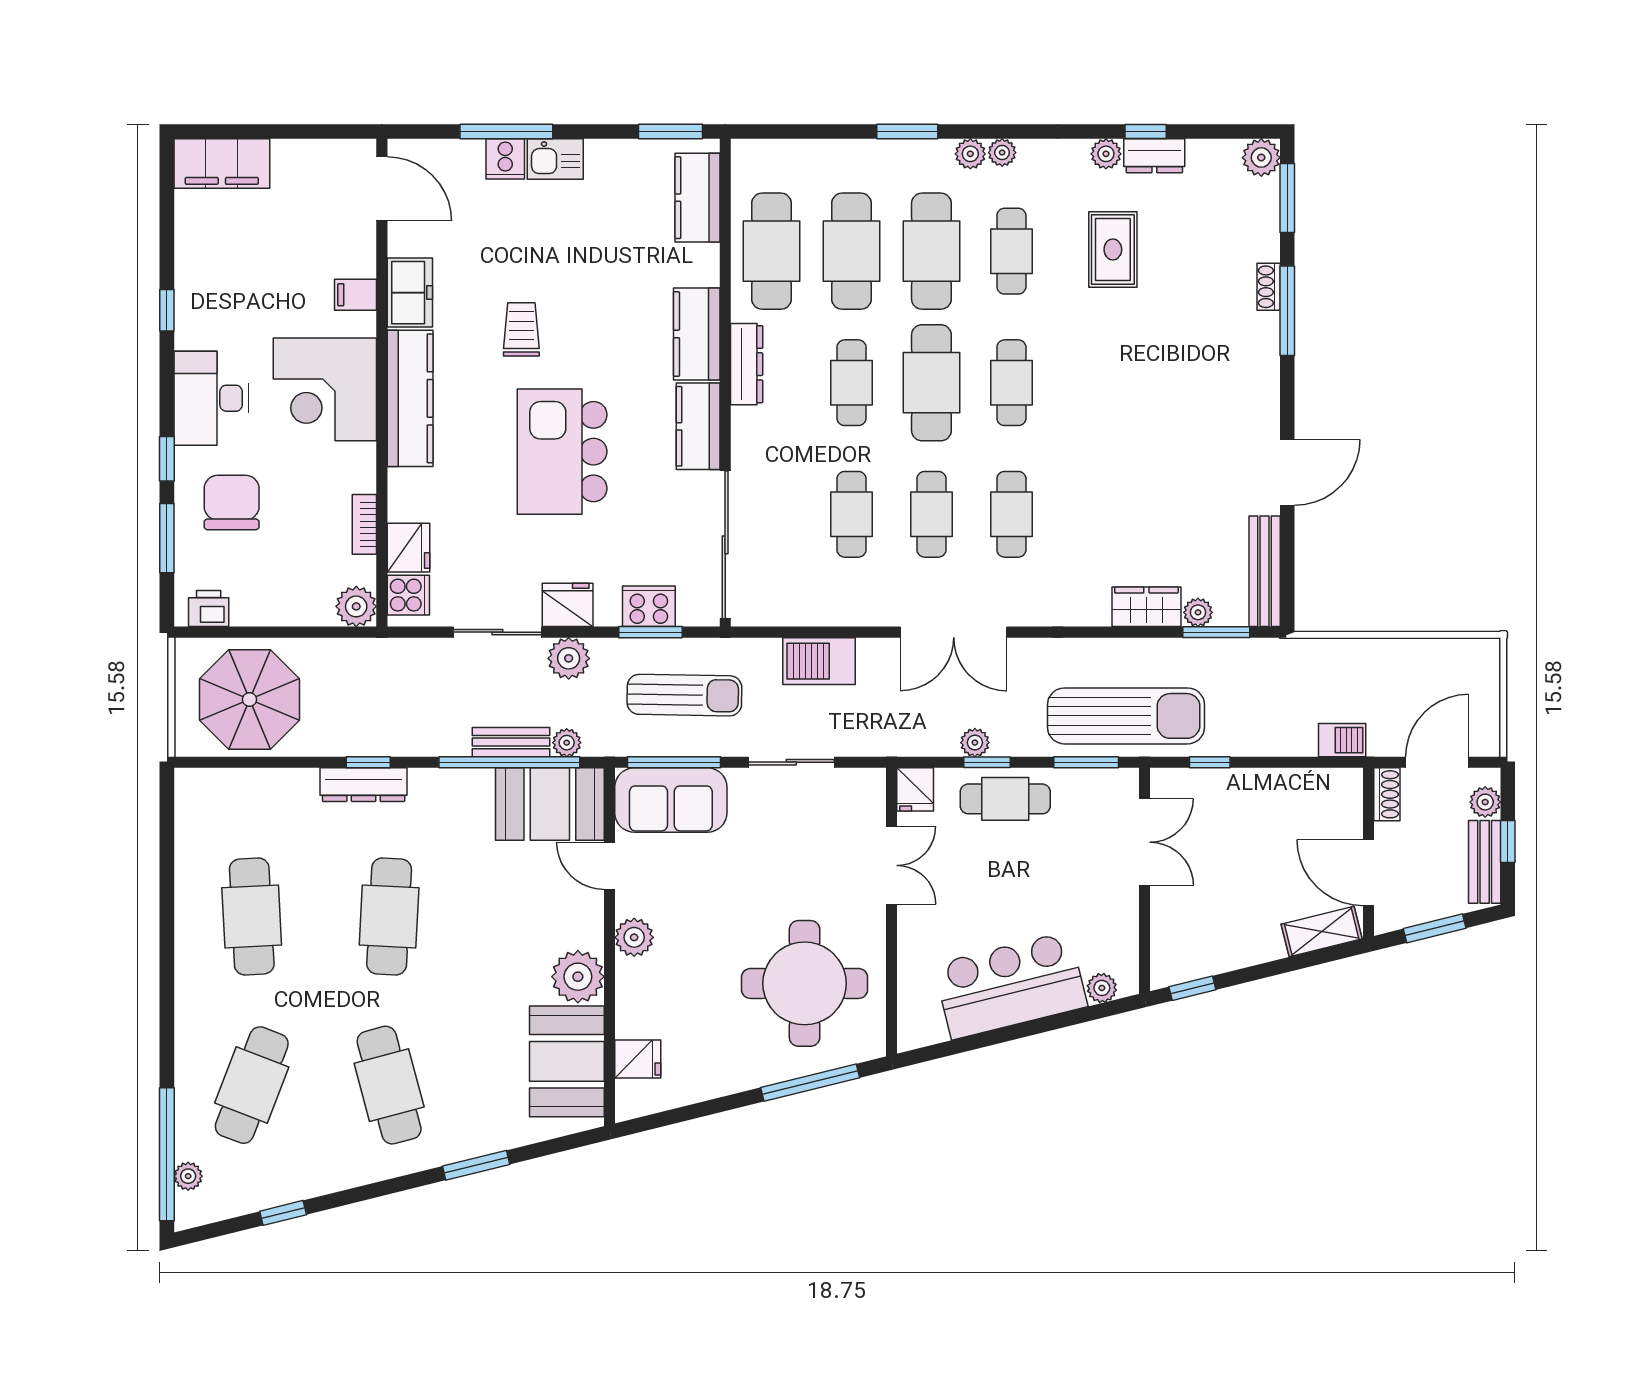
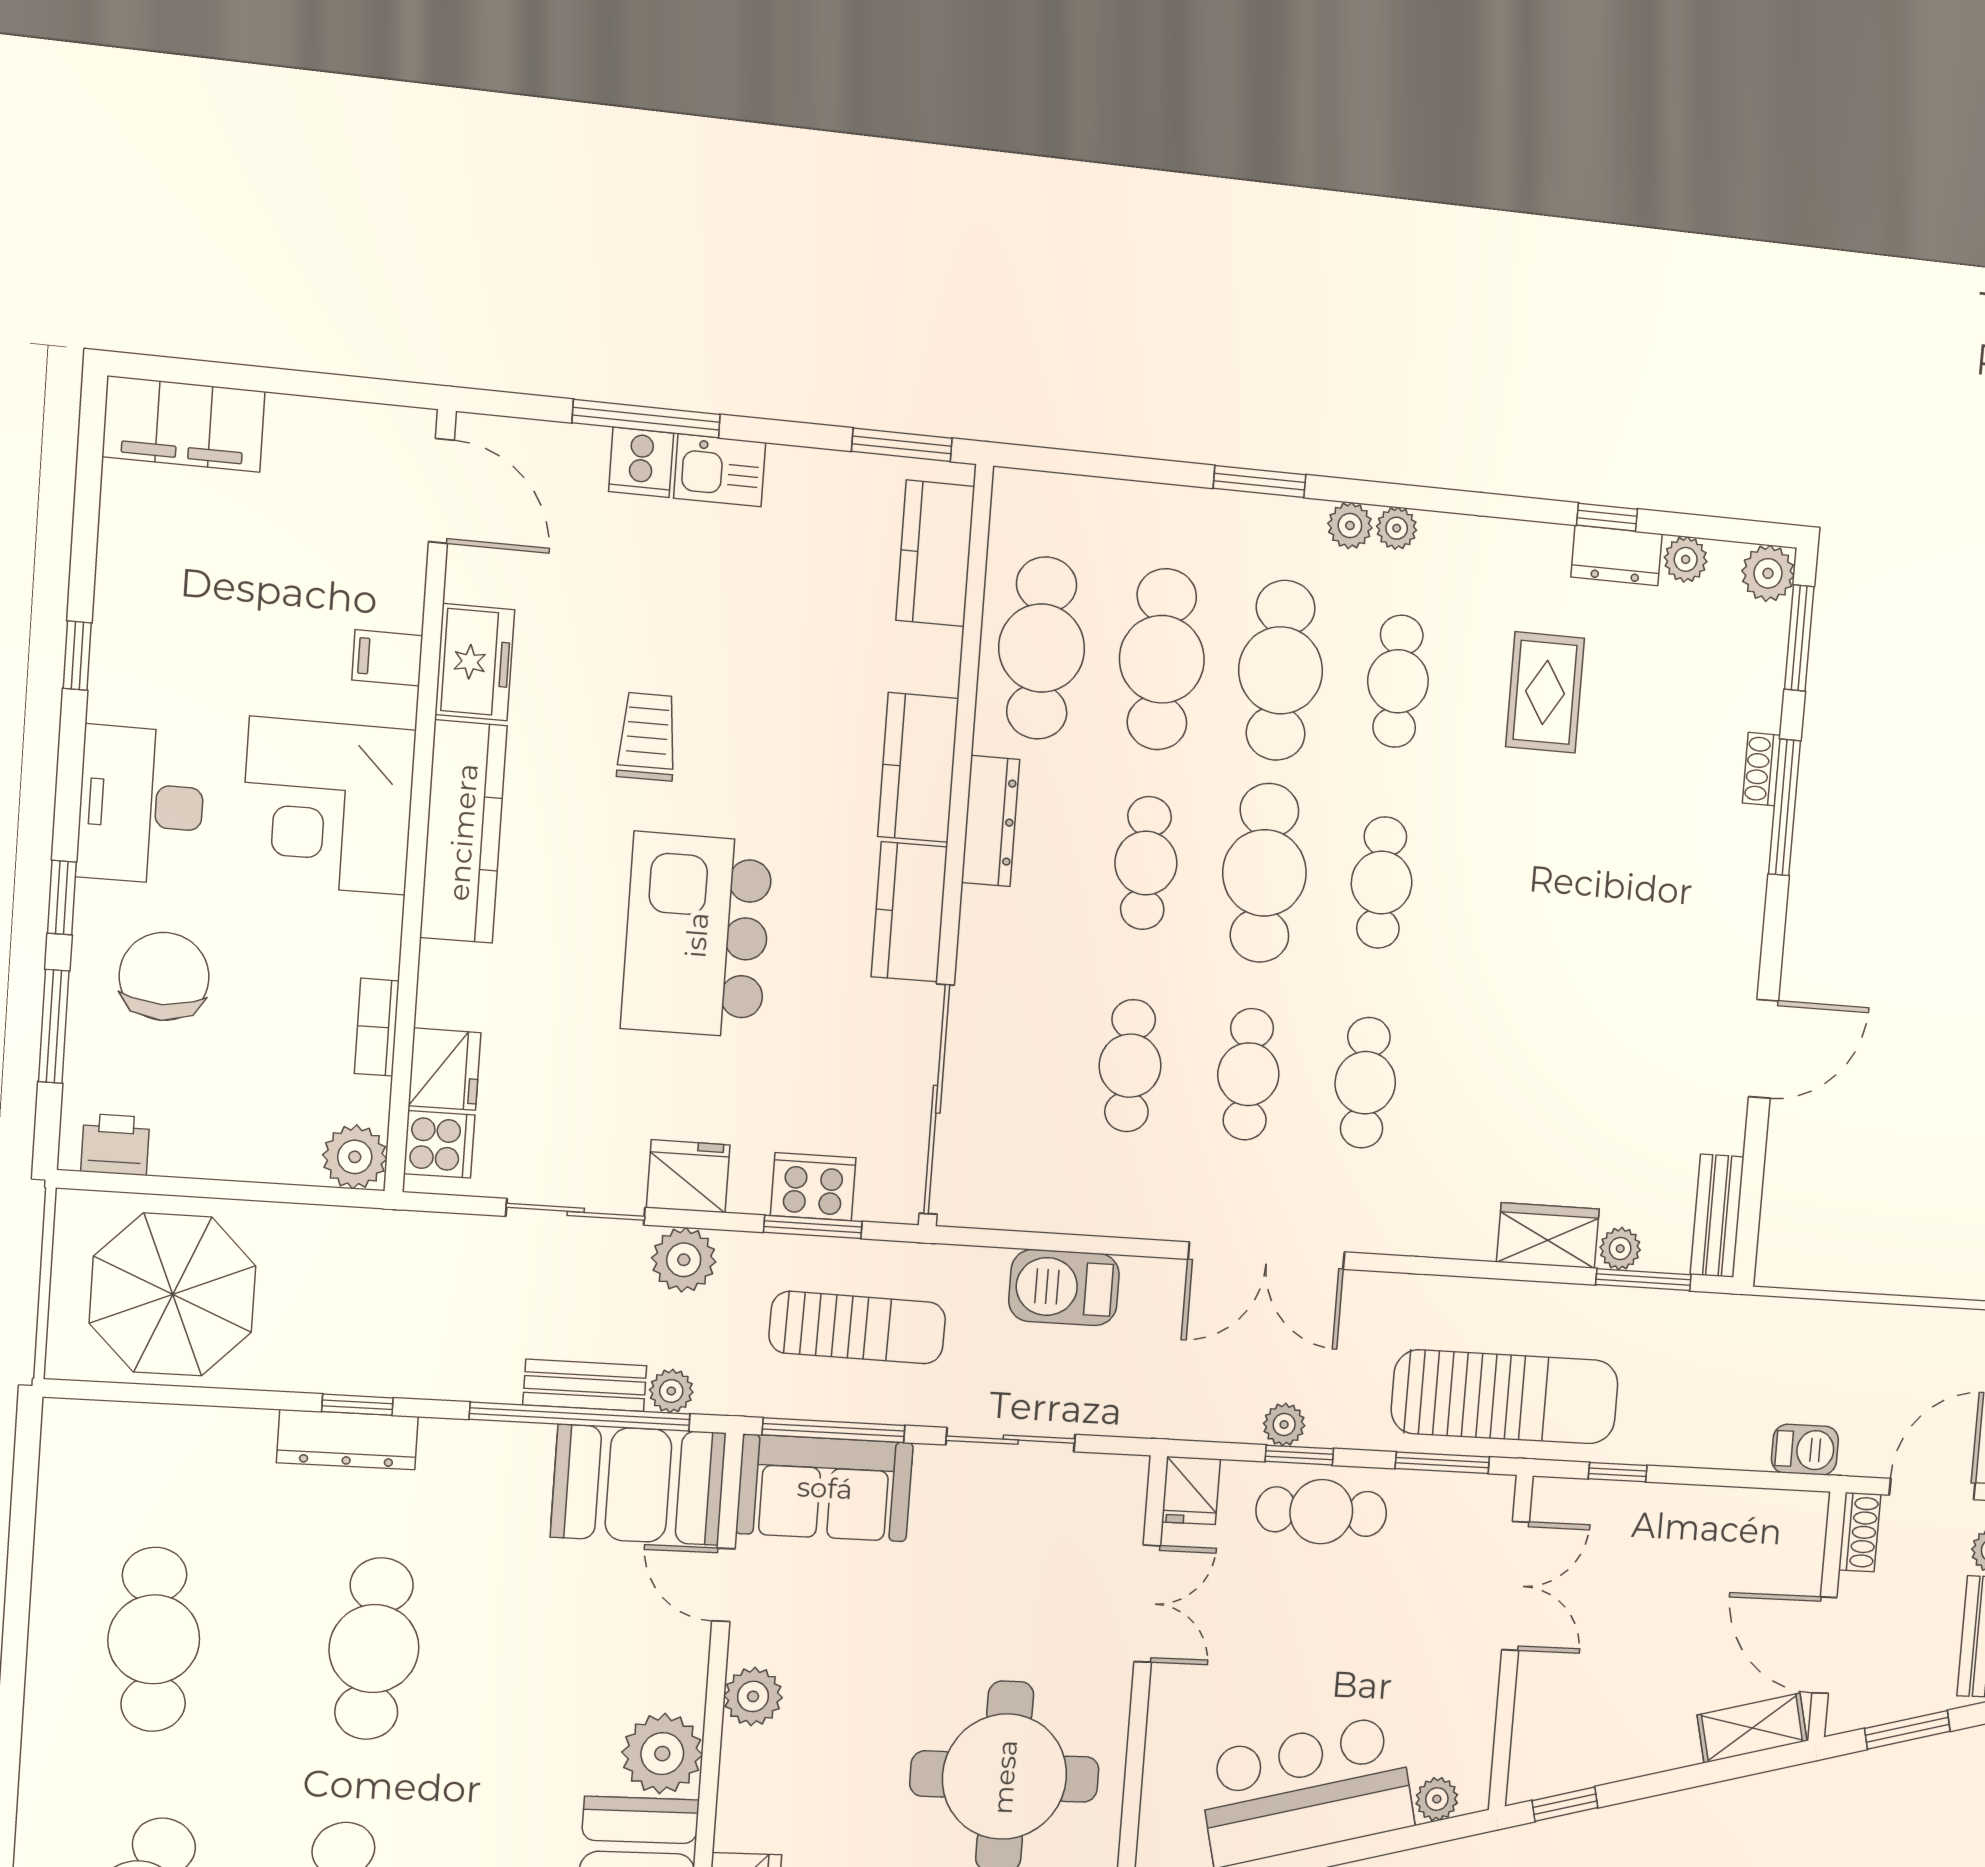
plant: (1106, 154) -> (1686, 559), moved
bench: (1265, 571) -> (1717, 1216), width x0.73

